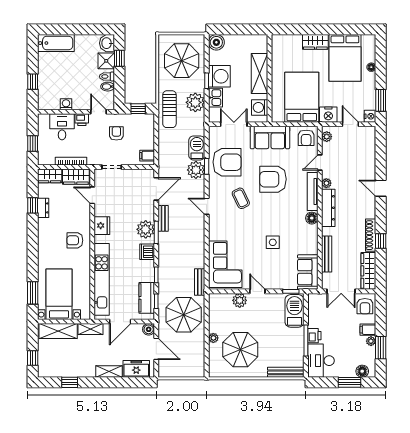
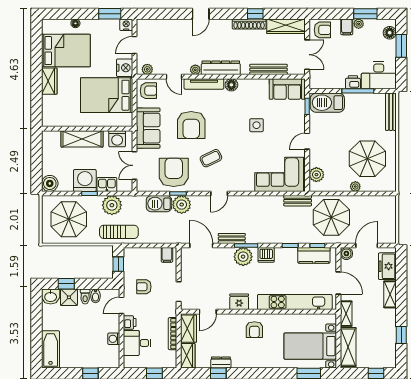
plant: (240, 300) -> (316, 175), moved

